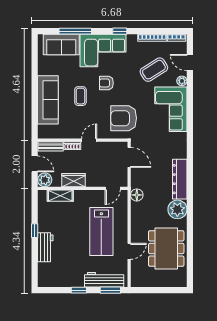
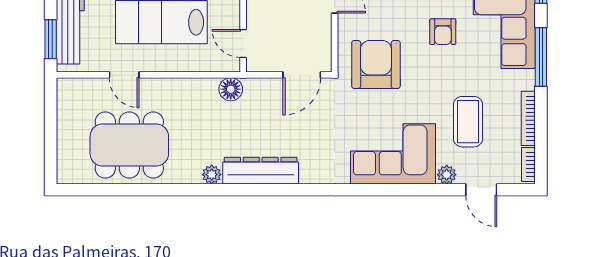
window: (120, 31) -> (541, 57), width x2.17
door: (190, 63) -> (481, 190), swing flipped
coffee table: (154, 70) -> (468, 122), turned 32
armchair: (106, 83) -> (443, 32), turned 180
plant: (177, 209) -> (212, 175), width x0.53, depth x0.53

